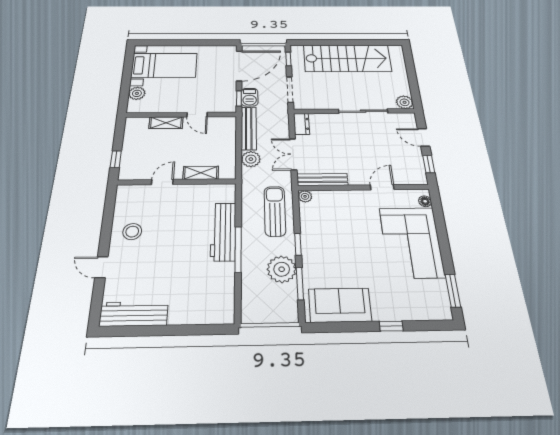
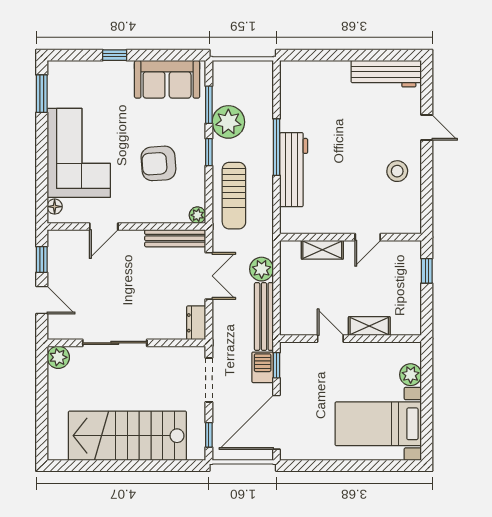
armchair: (341, 235) -> (158, 163), added

